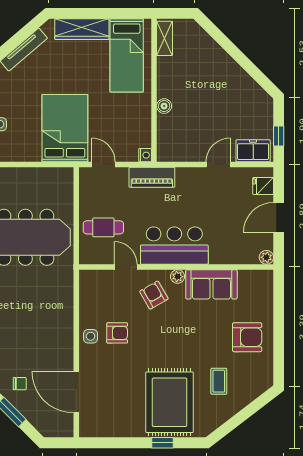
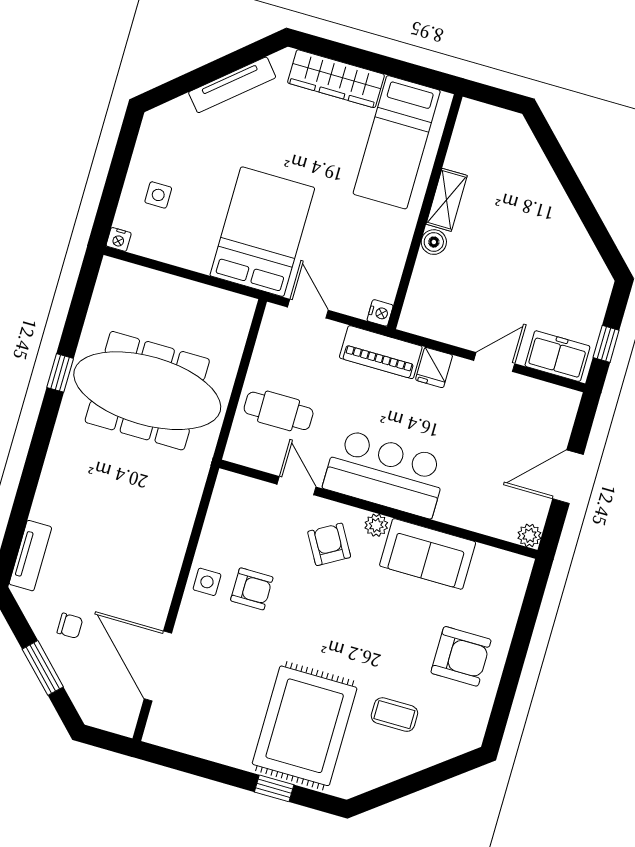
shelving: (165, 38) -> (447, 200), moved
fridge: (263, 186) -> (434, 368), moved, turned -90
coffee table: (219, 381) -> (394, 715), turned 90

